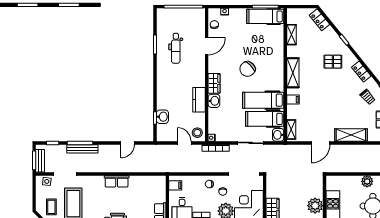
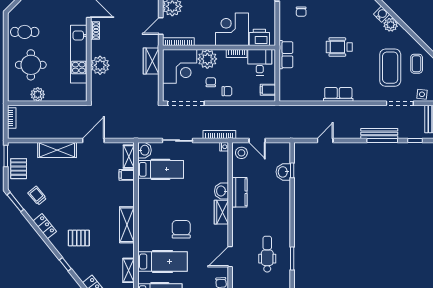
chair: (247, 69) -> (181, 229), turned -46
hospital bed: (263, 100) -> (162, 261), moved
filing cabinet: (293, 100) -> (127, 175), moved

